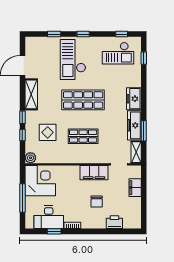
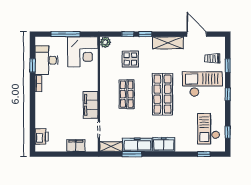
trolley: (47, 50) -> (212, 58), added
chair: (97, 202) -> (62, 108), removed
printer: (114, 222) -> (42, 137), moved

